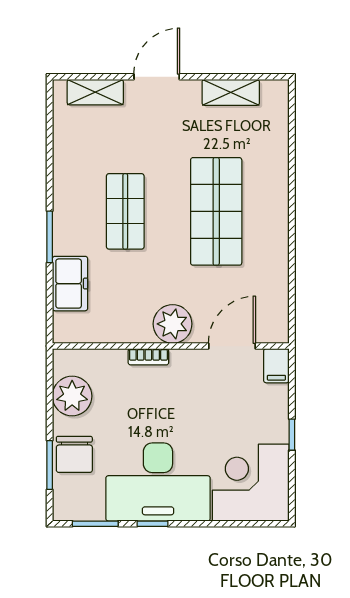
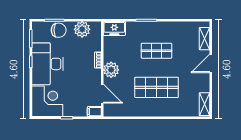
door: (157, 77) -> (211, 63), swing flipped
shelving: (231, 92) -> (204, 104), moved
freezer: (70, 284) -> (114, 28), moved
chair: (74, 454) -> (59, 30), turned 180

